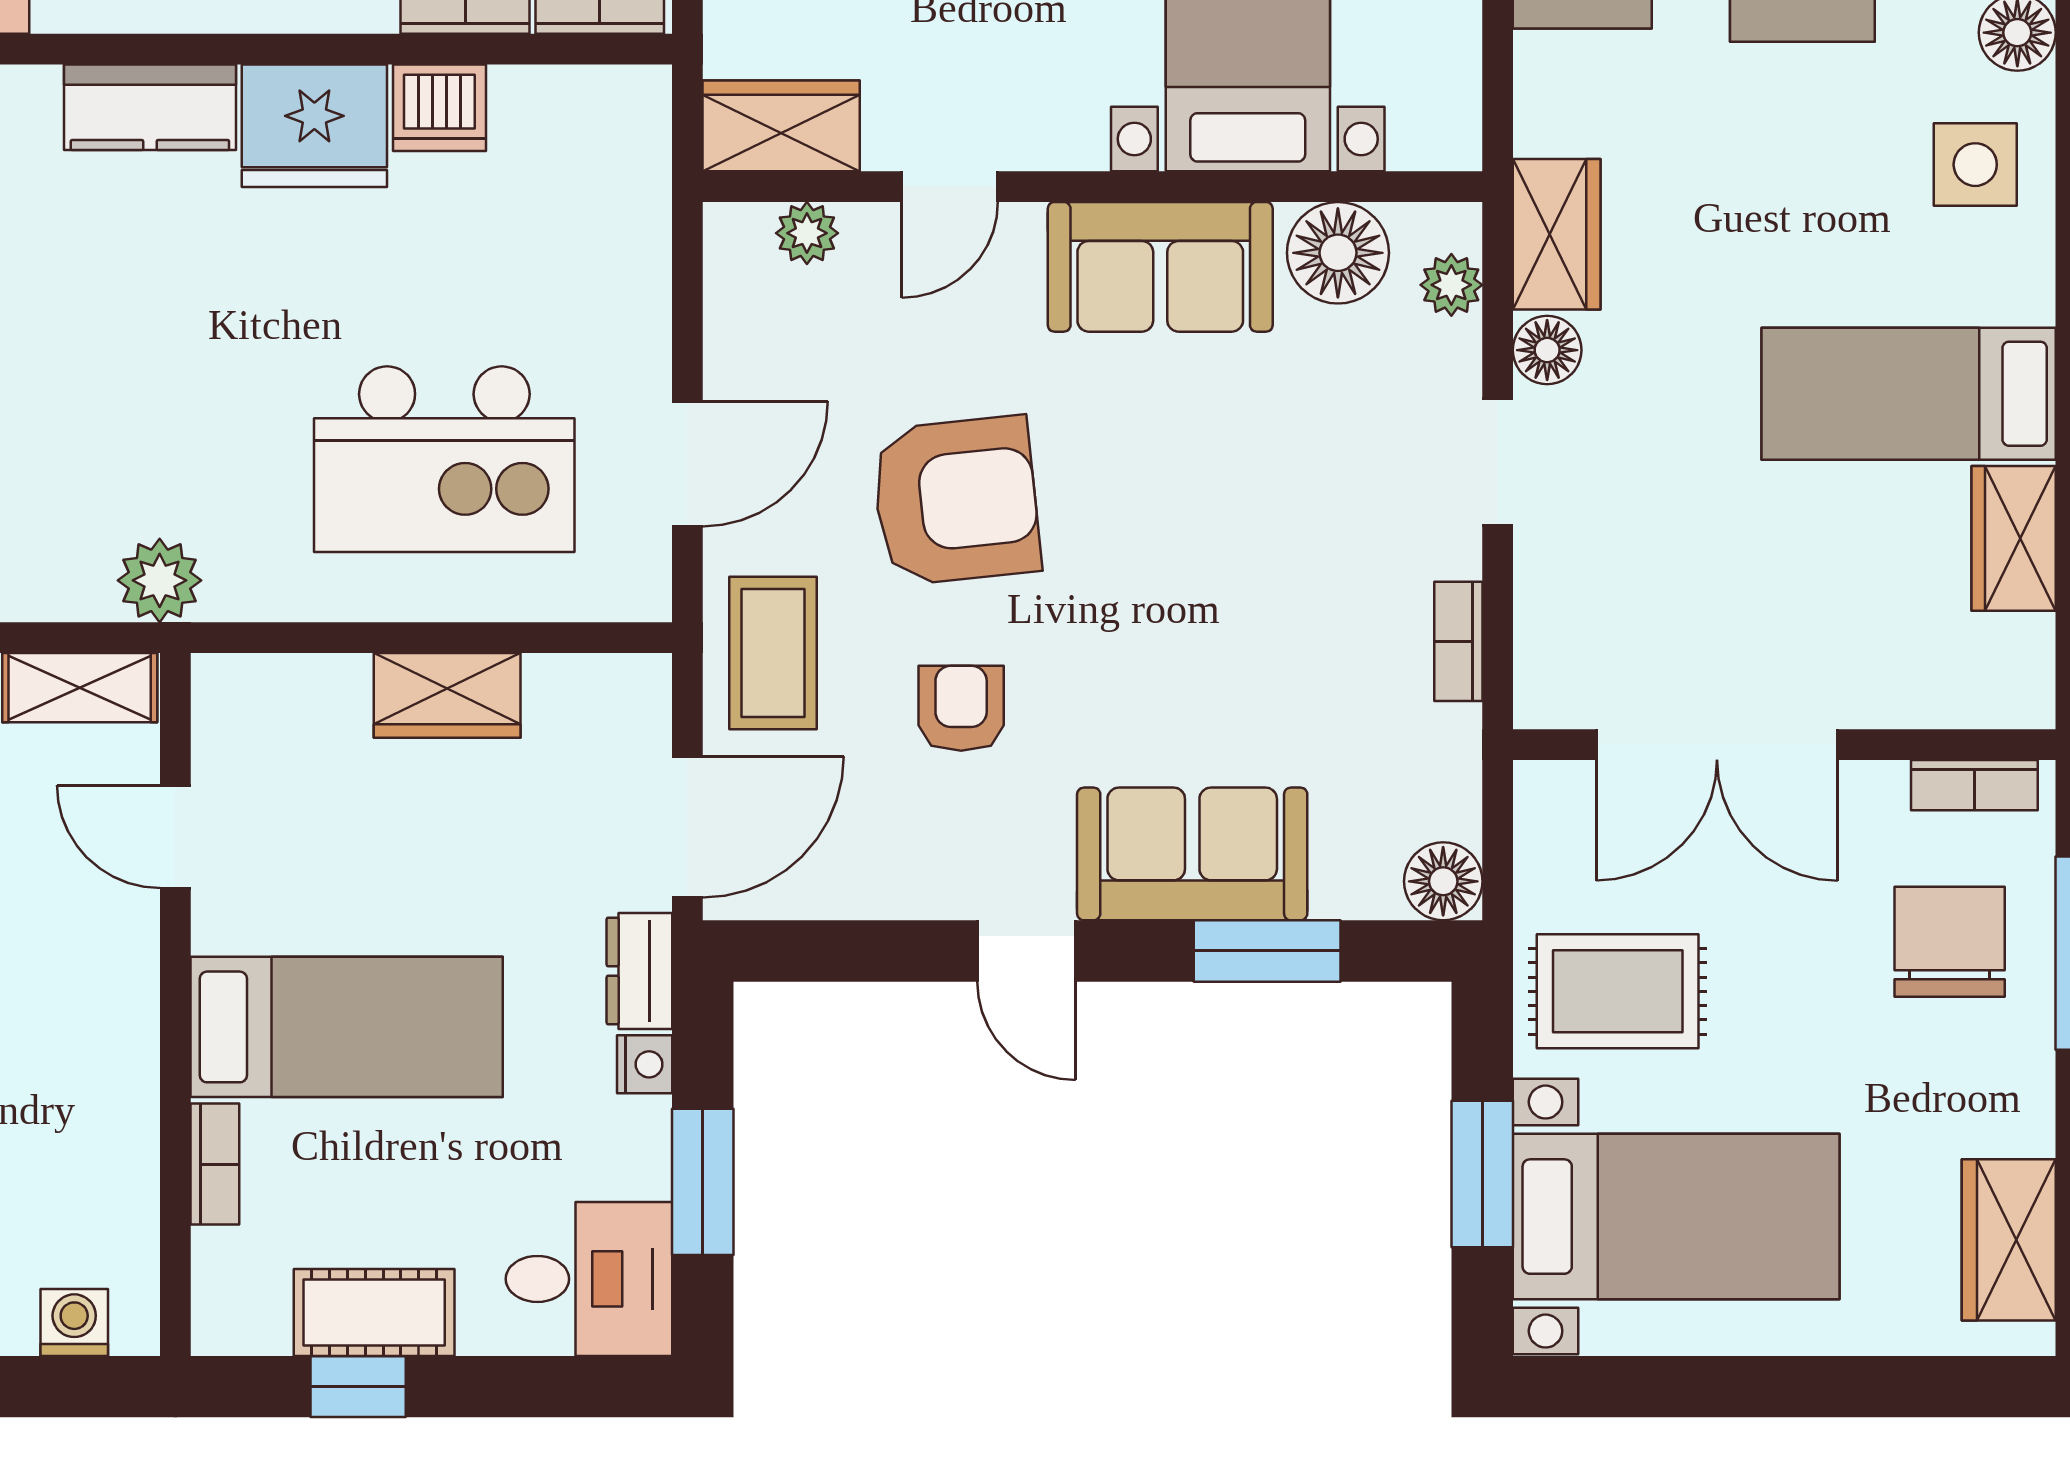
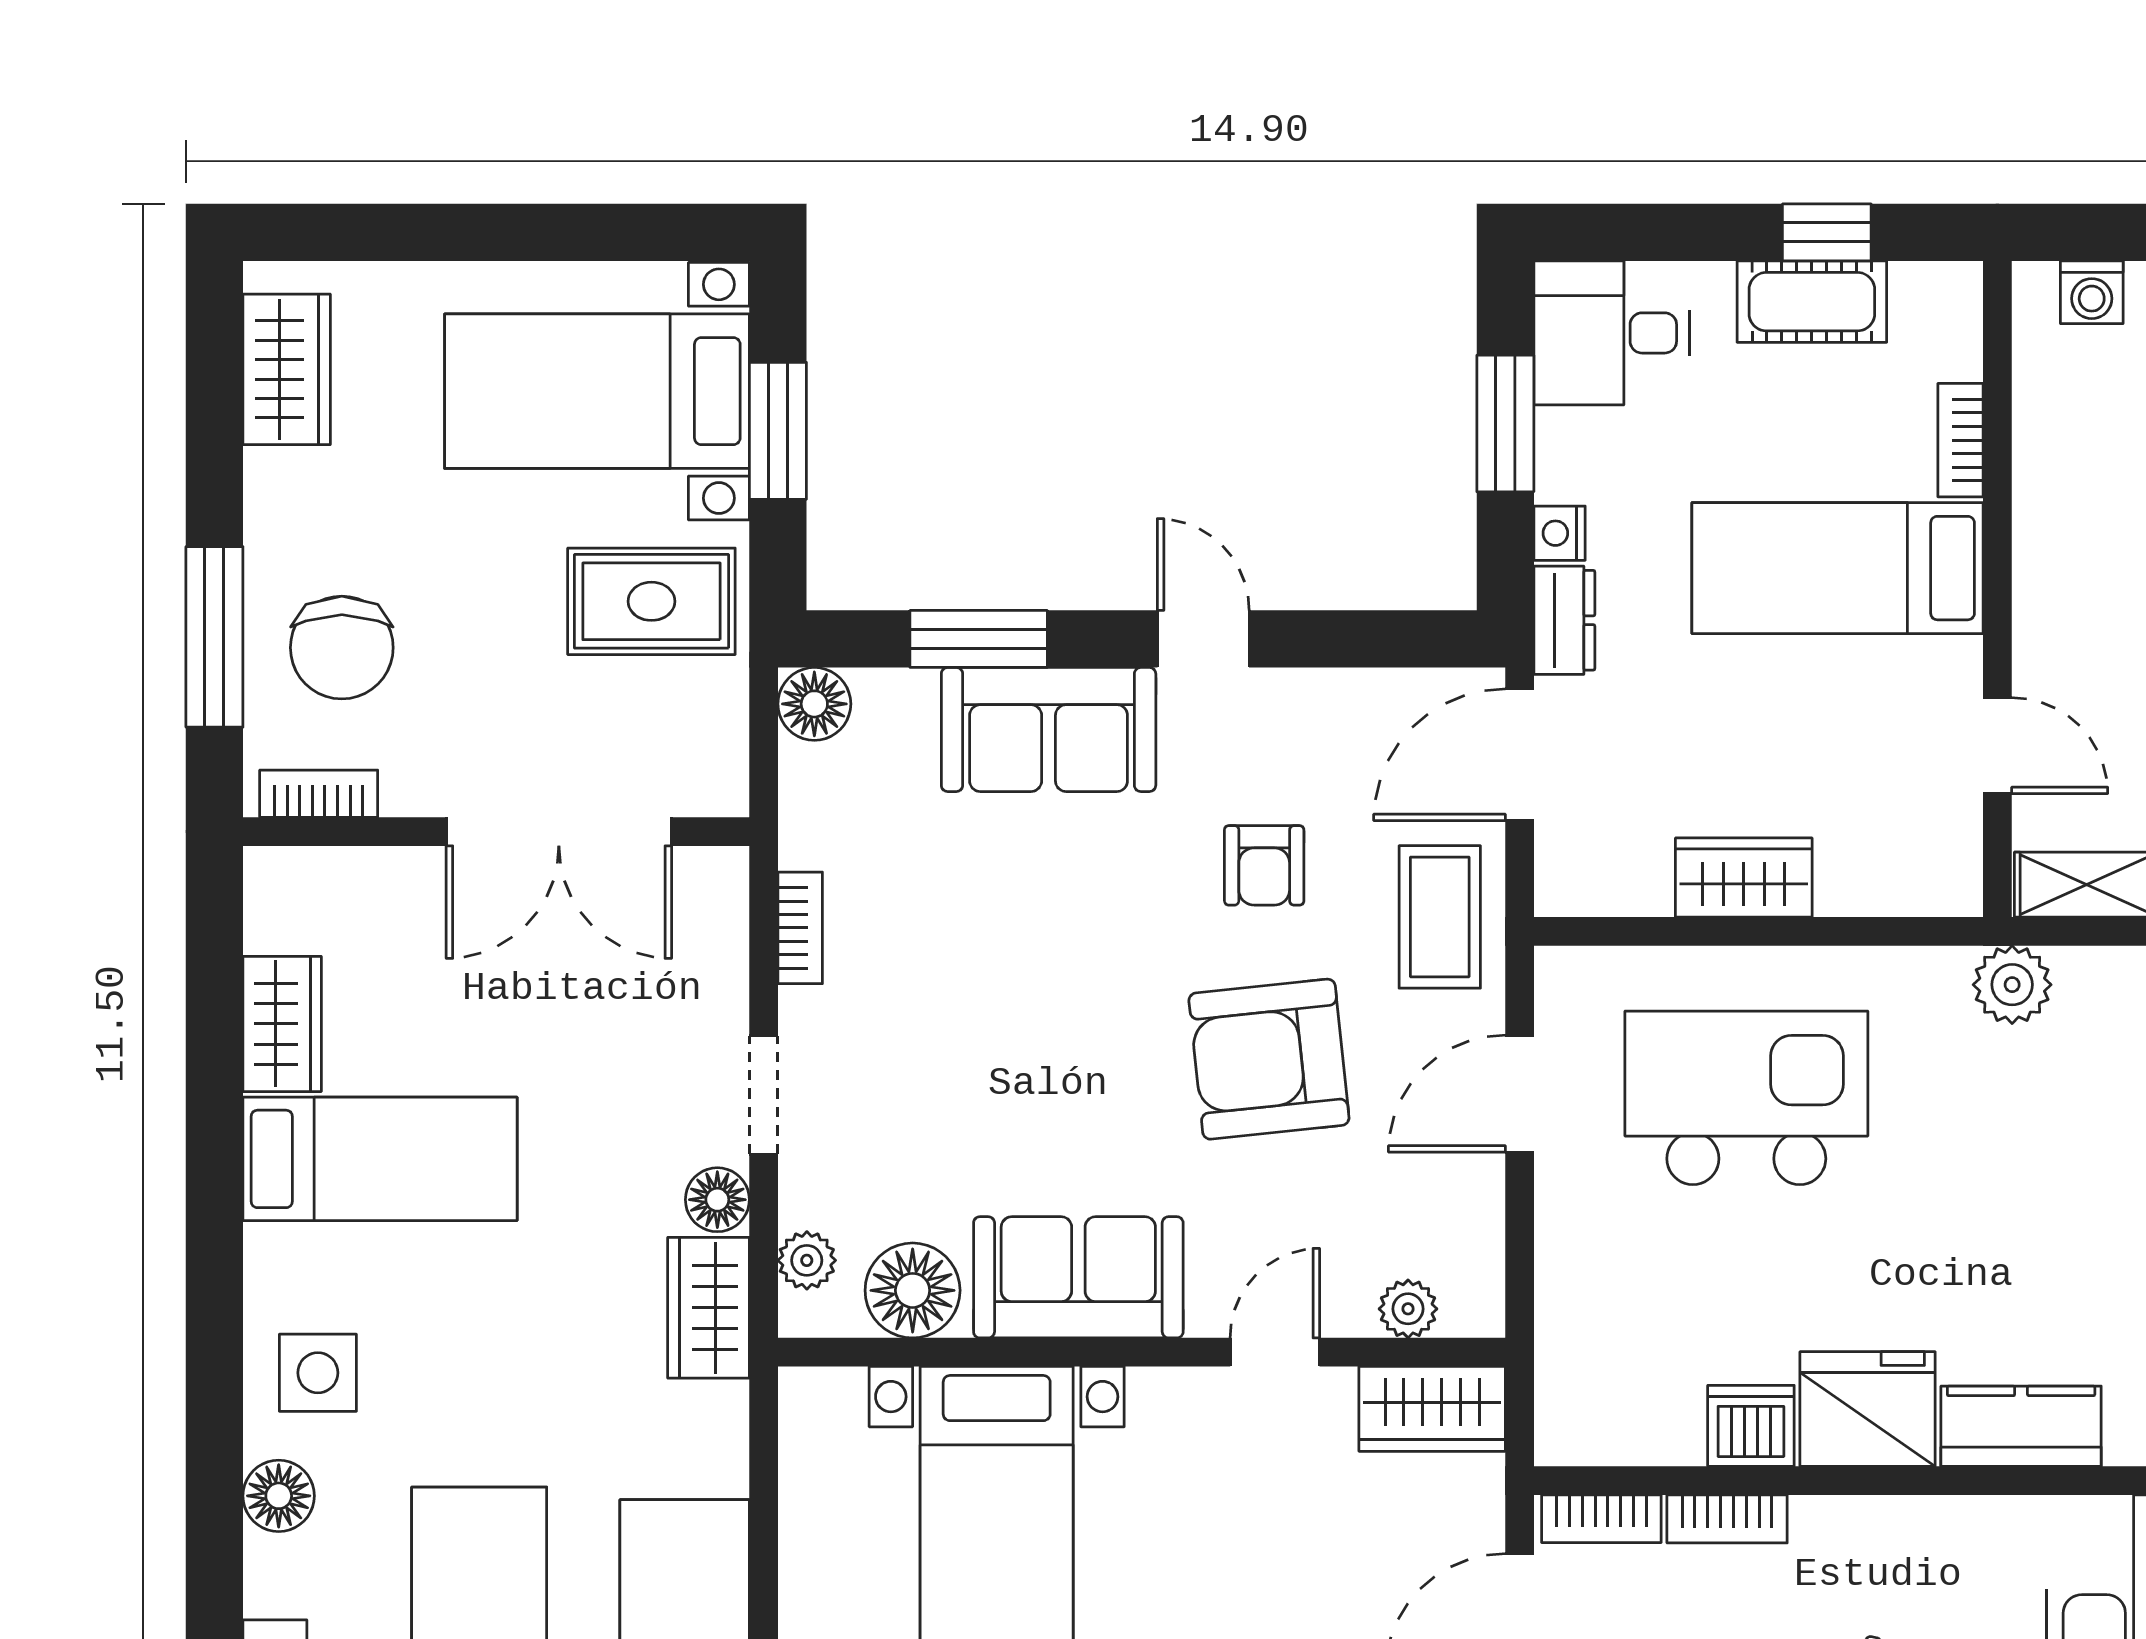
double door: (1717, 745) -> (559, 832), swing flipped

